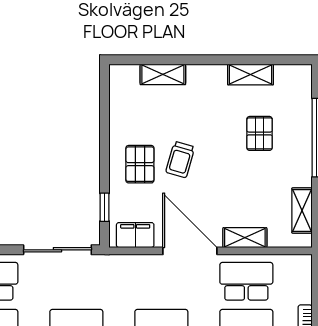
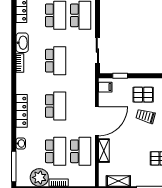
filing cabinet: (135, 235) -> (105, 87), width x0.50
sliding door: (57, 250) -> (97, 51), width x0.73

